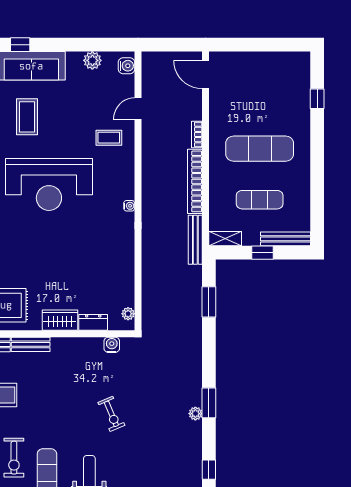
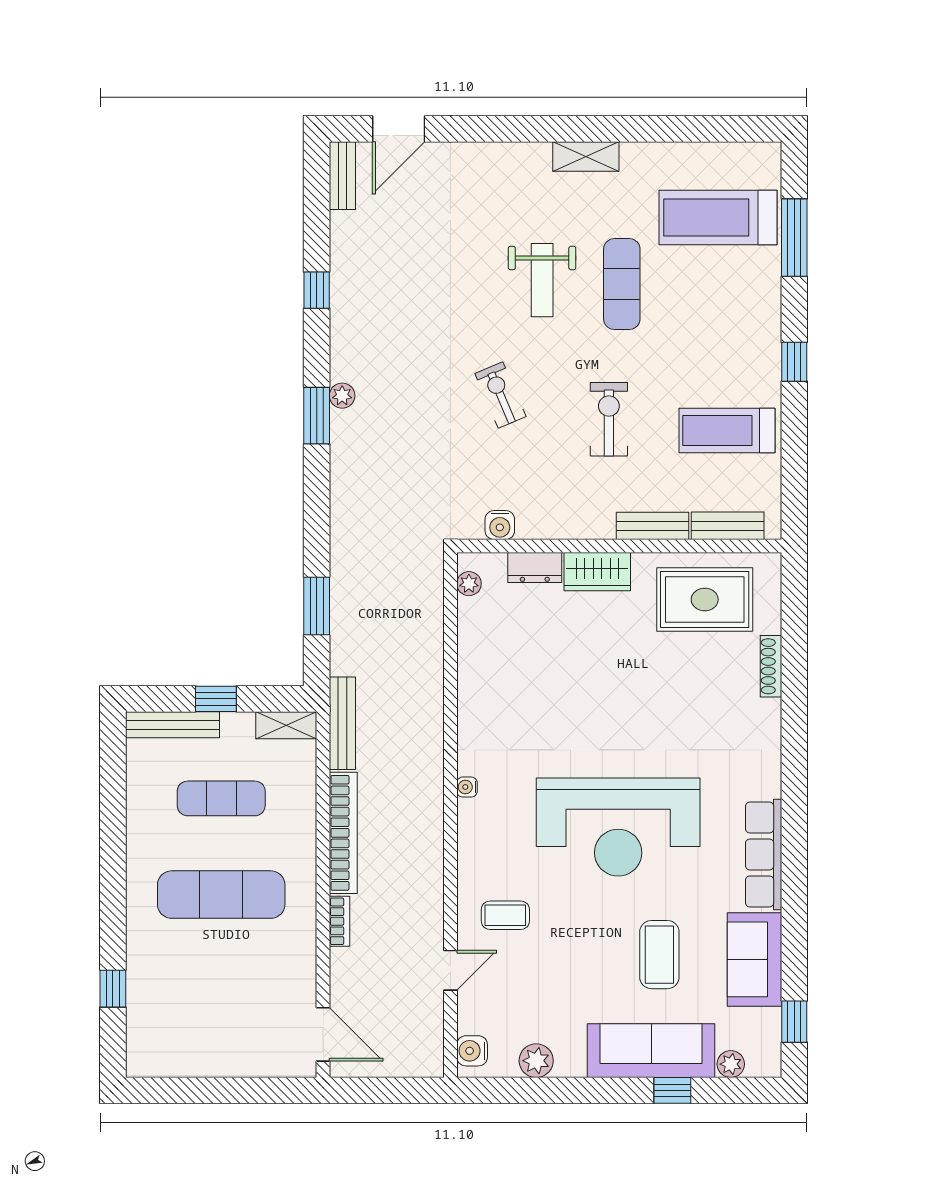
reception desk: (49, 184) -> (618, 827), turned 180
exercise bike: (14, 458) -> (609, 419), moved

